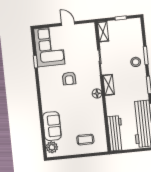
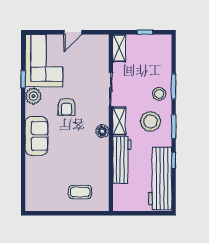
door: (68, 24) -> (73, 32), swing flipped
stool: (131, 83) -> (150, 121), added
sofa: (52, 126) -> (36, 136), moved
workbench: (116, 133) -> (122, 160), moved
plant: (52, 147) -> (33, 96), moved

